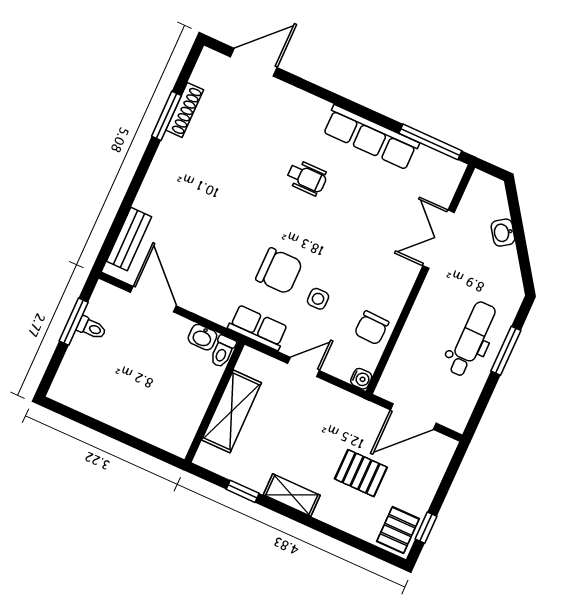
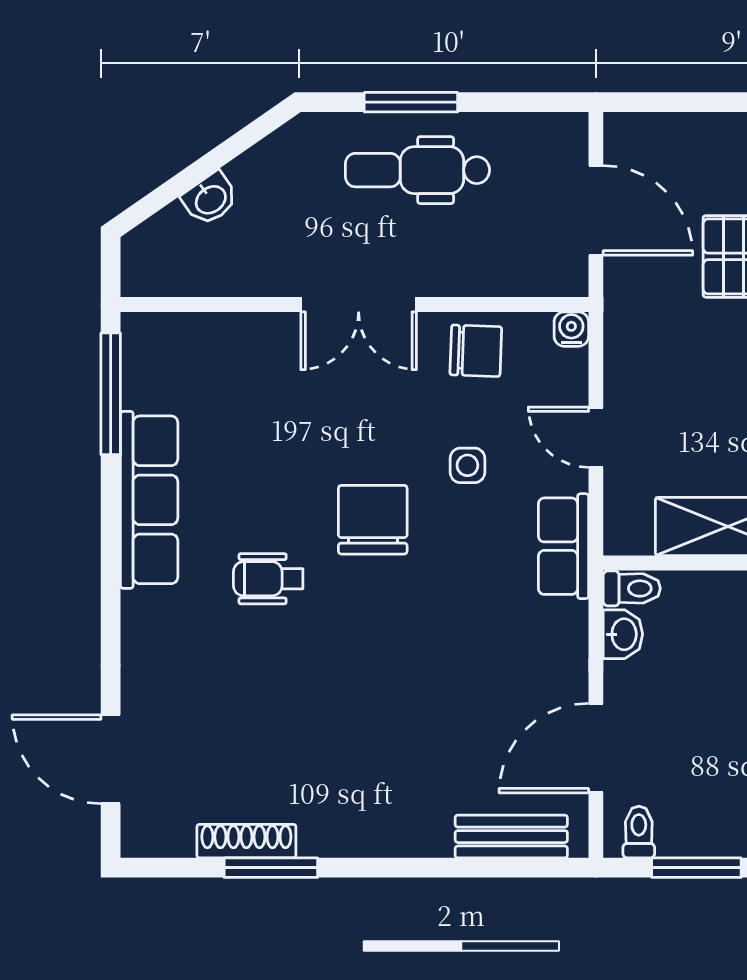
wheelchair: (307, 178) -> (268, 579), turned -90
double door: (438, 239) -> (359, 305), moved
chair: (279, 271) -> (373, 520), moved
toilet: (91, 328) -> (639, 832), moved

